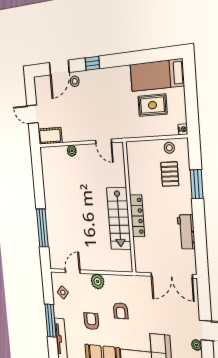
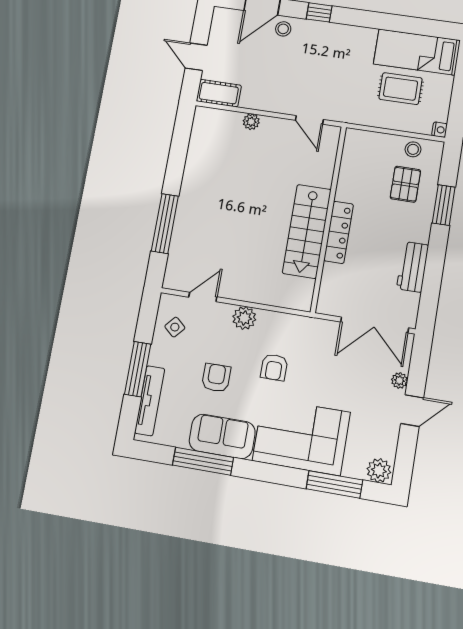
plant: (197, 345) -> (399, 381), moved

